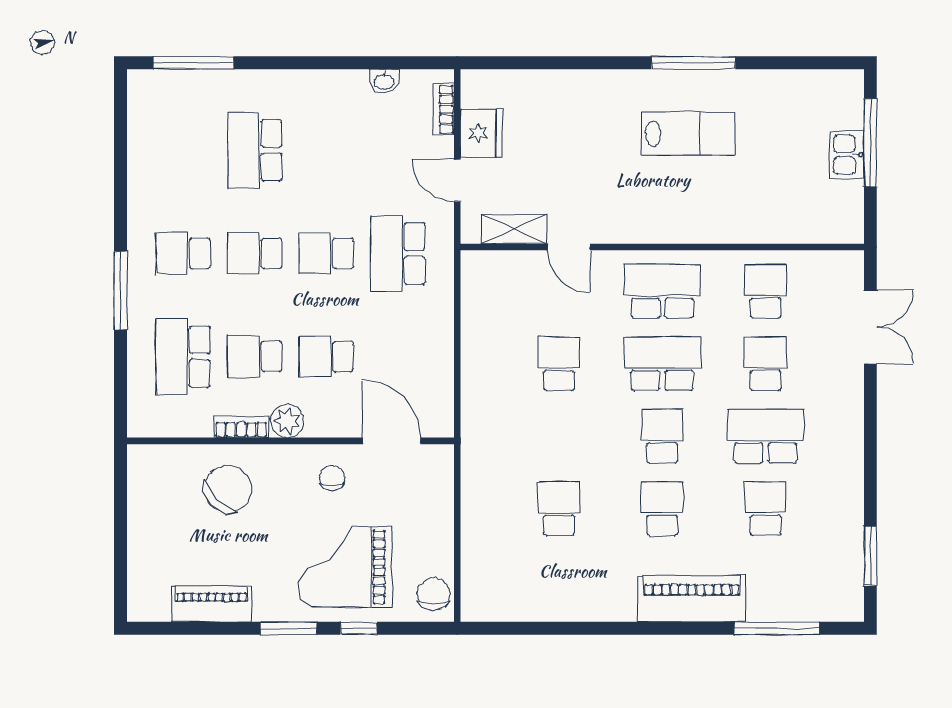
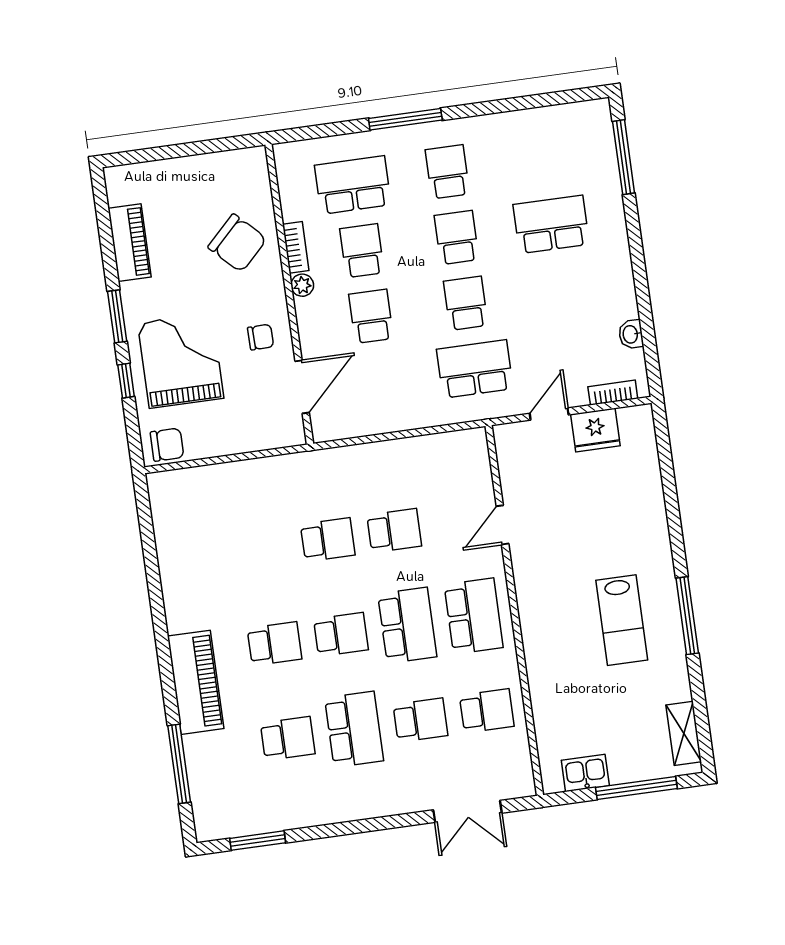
kitchen sink: (847, 155) -> (585, 773), moved
shelving: (514, 229) -> (684, 733), moved
plant: (287, 421) -> (302, 285), width x0.73, depth x0.73
school desk: (559, 508) -> (328, 540), moved

